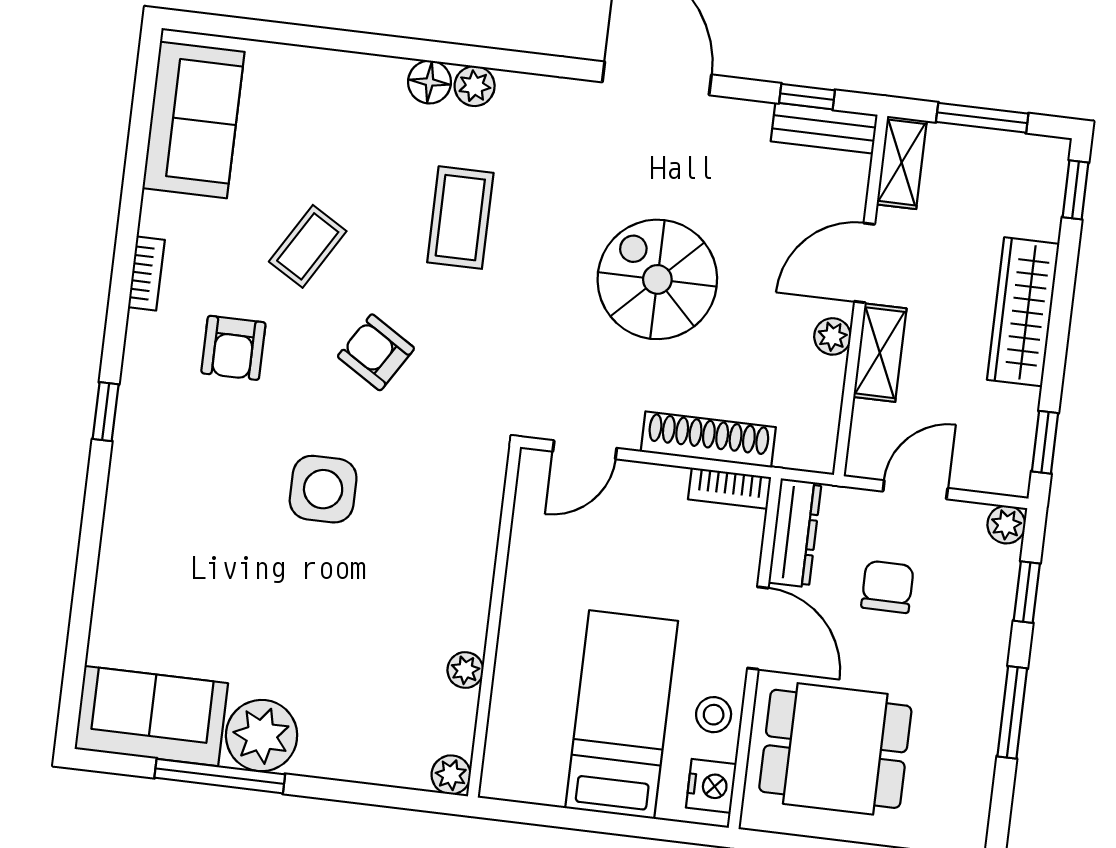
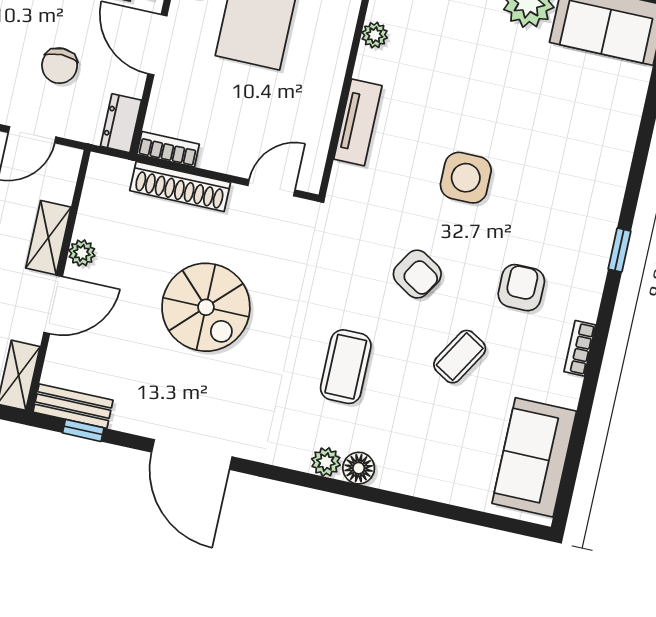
dresser: (795, 533) -> (121, 123), width x0.70
tv unit: (476, 550) -> (358, 122), added

